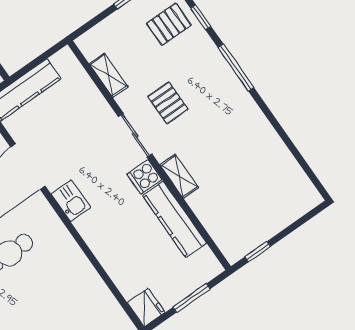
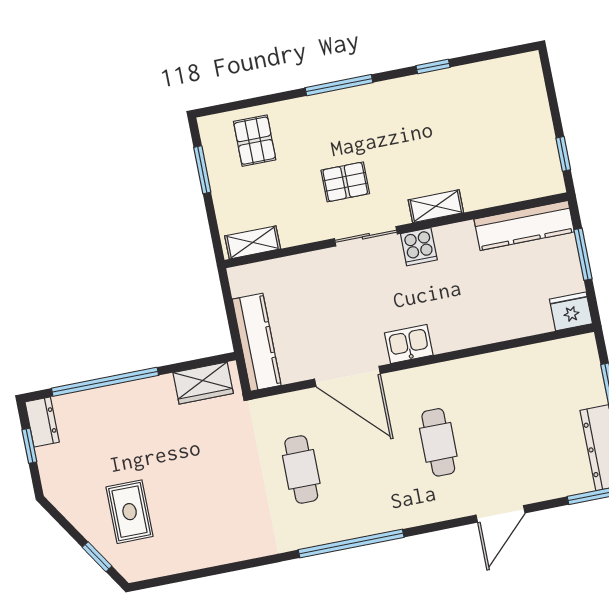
window: (201, 17) -> (433, 67), moved
shelving: (109, 75) -> (253, 242), moved
kitchen counter: (175, 219) -> (524, 226), moved

